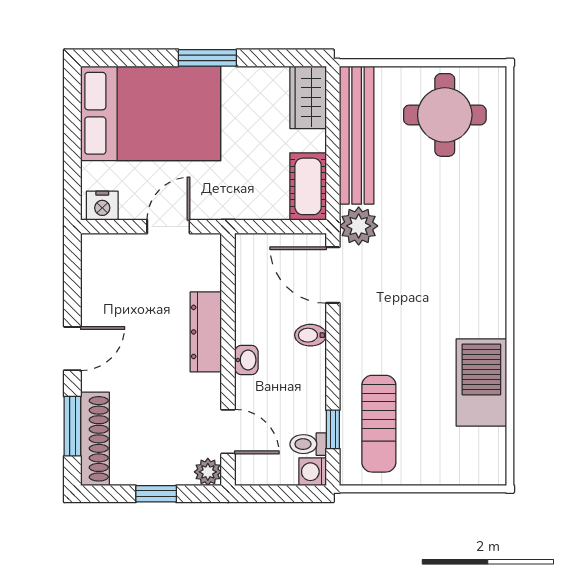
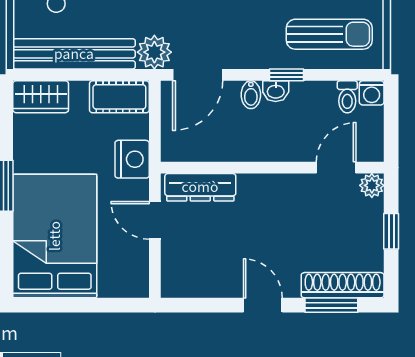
nightstand: (102, 206) -> (132, 159), moved, width x1.36, depth x1.33
dresser: (206, 332) -> (200, 187), moved
washbasin: (246, 360) -> (276, 91), moved, turned 180
window: (333, 429) -> (287, 75), moved

